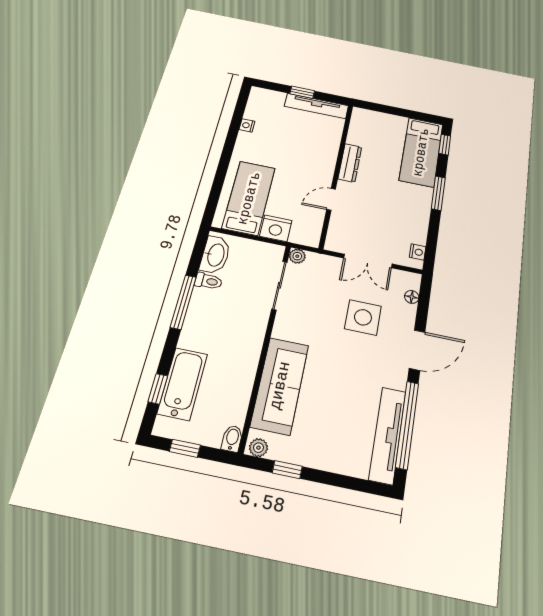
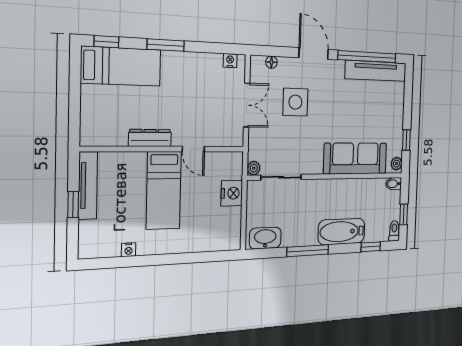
bed: (249, 198) -> (164, 190), moved, turned -90
toilet: (208, 281) -> (394, 231), moved
bathtub: (182, 384) -> (342, 232), moved

